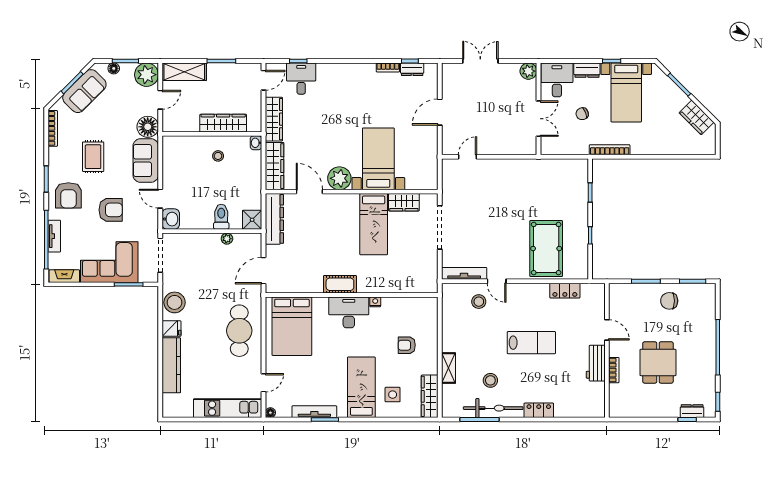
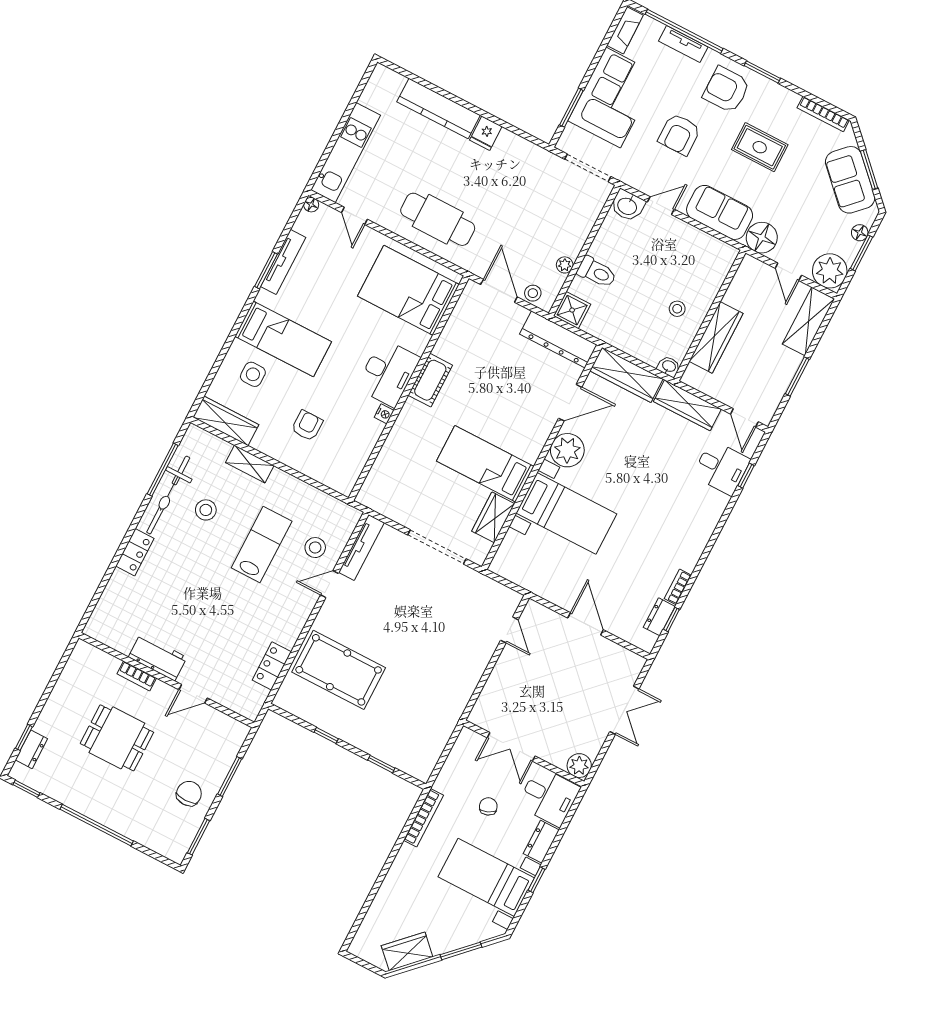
stool: (175, 302) -> (533, 293), moved, width x0.53, depth x0.53
lab bench: (531, 343) -> (262, 545), moved, turned 180

